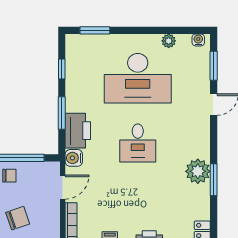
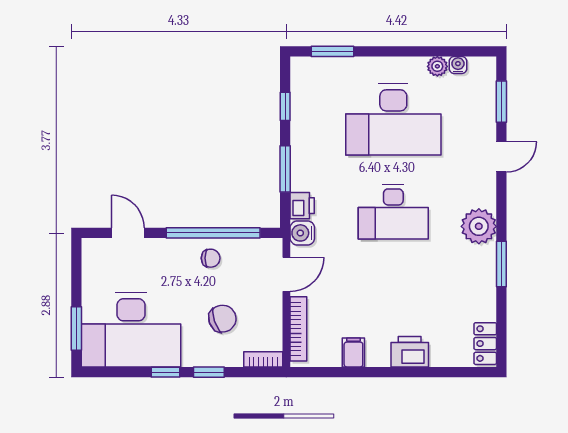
water cooler: (198, 40) -> (458, 65), moved
printer: (78, 131) -> (302, 206), width x0.53, depth x0.68
desk: (138, 143) -> (393, 212), width x1.37
plant: (198, 171) -> (479, 226), moved

